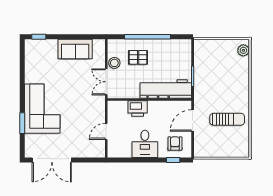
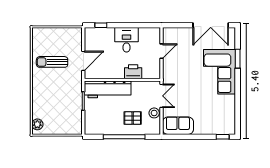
sofa: (75, 49) -> (178, 126), moved
armchair: (175, 144) -> (99, 40), removed
double door: (52, 160) -> (211, 25), swing flipped

